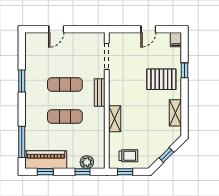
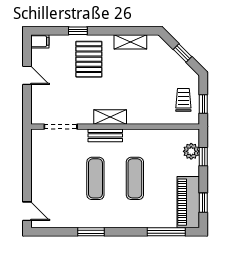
door: (56, 29) -> (27, 211), moved
shelving: (115, 119) -> (110, 117), moved

